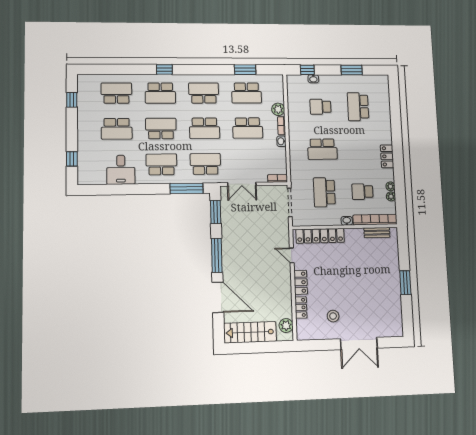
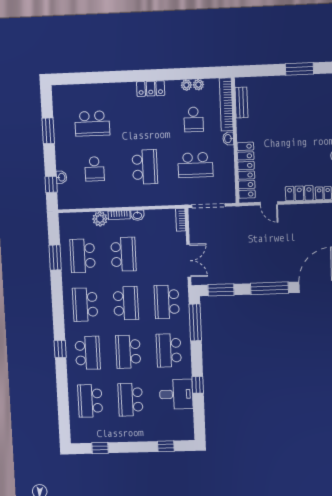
school desk: (247, 93) -> (83, 256), turned 180
school desk: (117, 129) -> (130, 400), turned 180
window: (129, 189) -> (198, 385), added
door: (292, 255) -> (269, 203), hinge flipped

